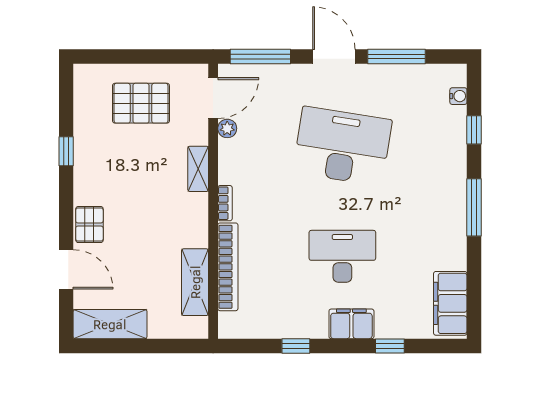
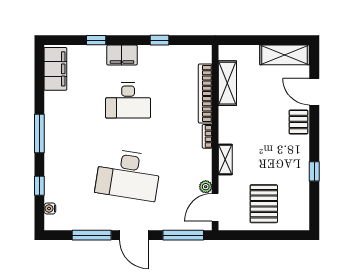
pallet: (141, 103) -> (264, 204), turned 90

